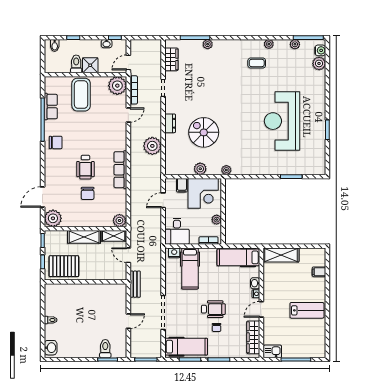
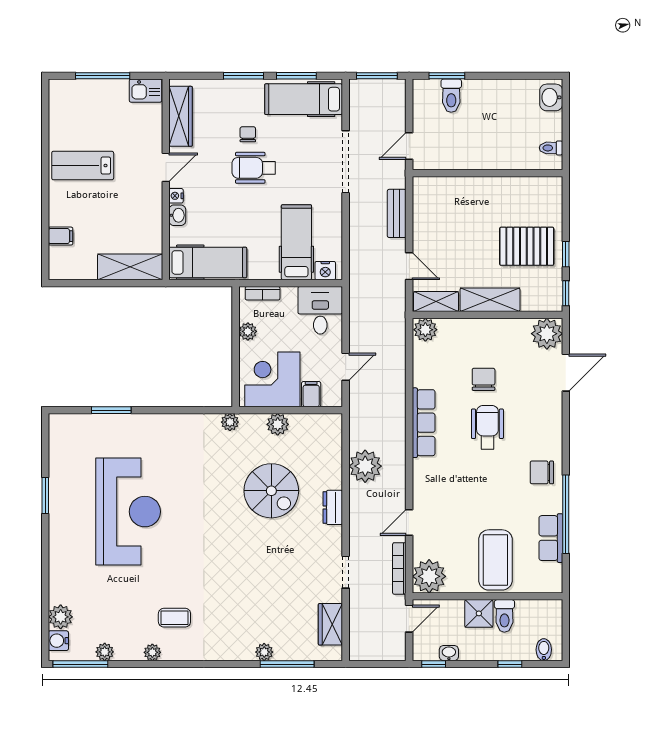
wall: (85, 282) -> (487, 173), moved

